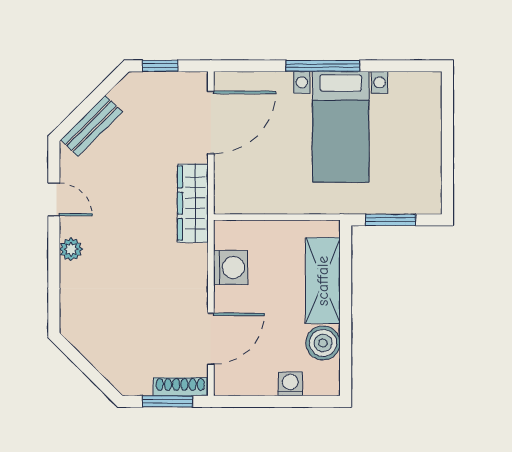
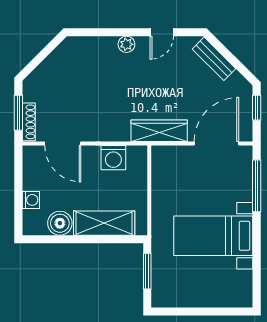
window: (323, 66) -> (257, 186), moved
door: (211, 122) -> (216, 144), swing flipped

